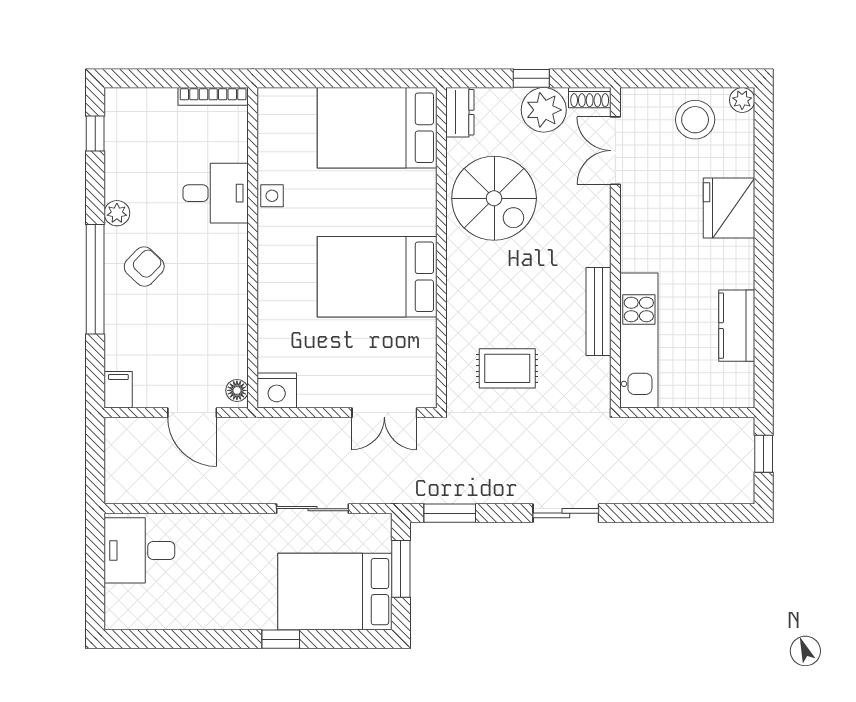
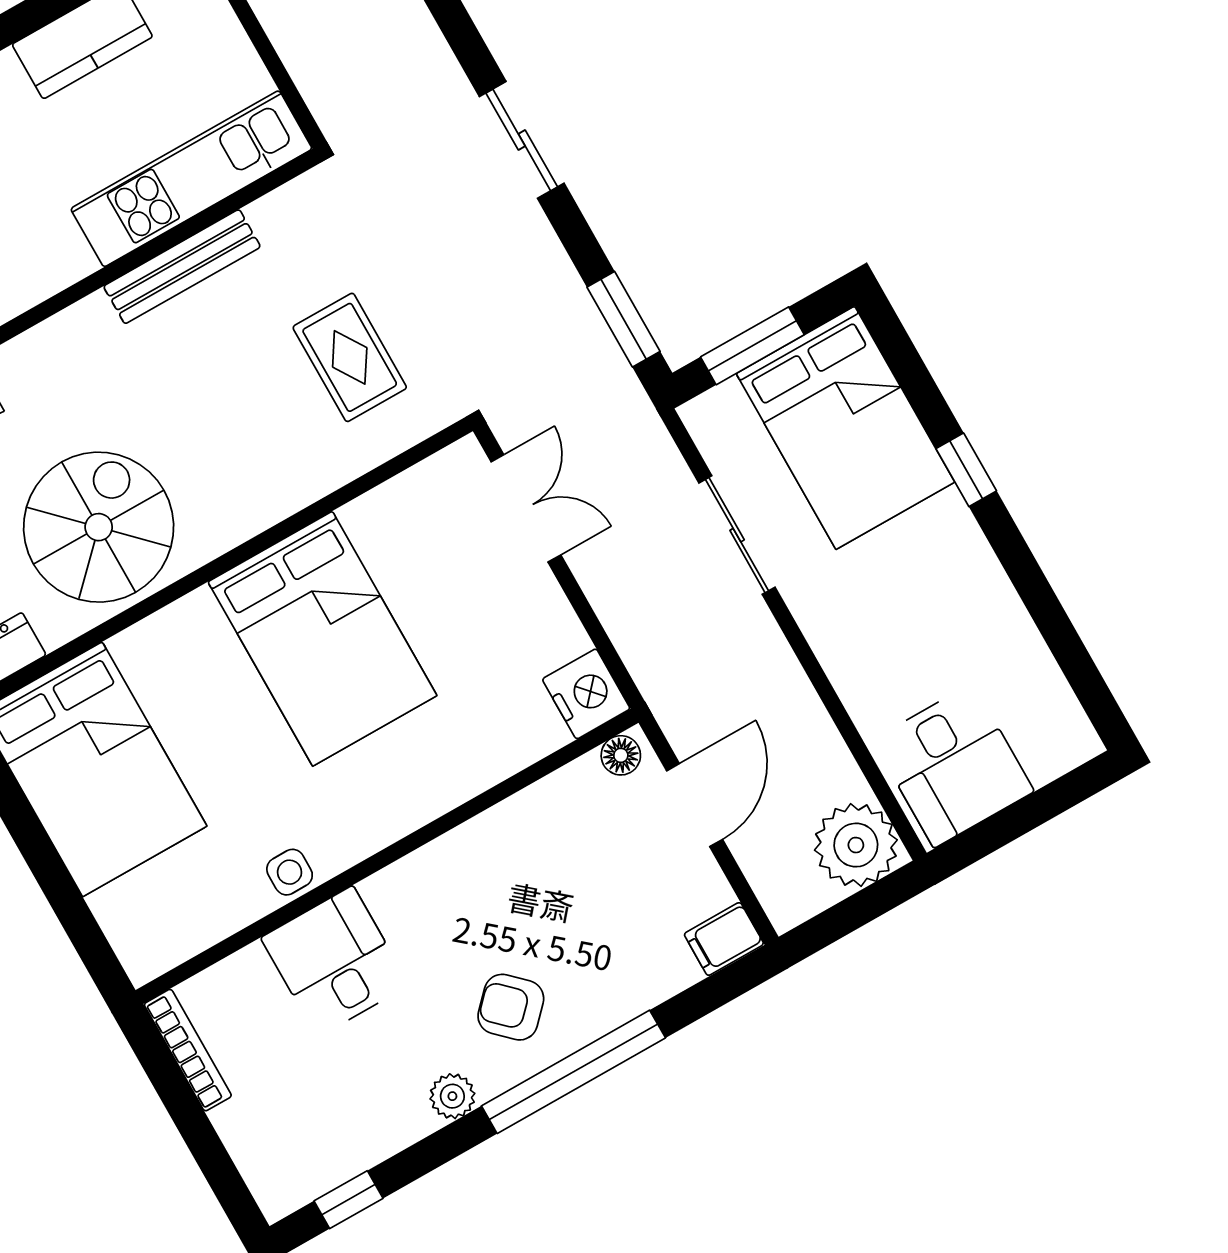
plant: (128, 481) -> (856, 845), added

